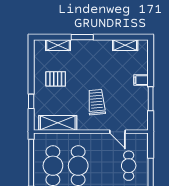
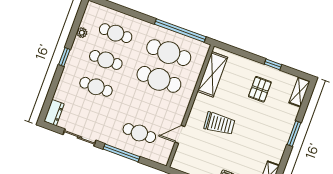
shelving: (58, 45) -> (300, 92), moved
window: (31, 101) -> (273, 64), moved

